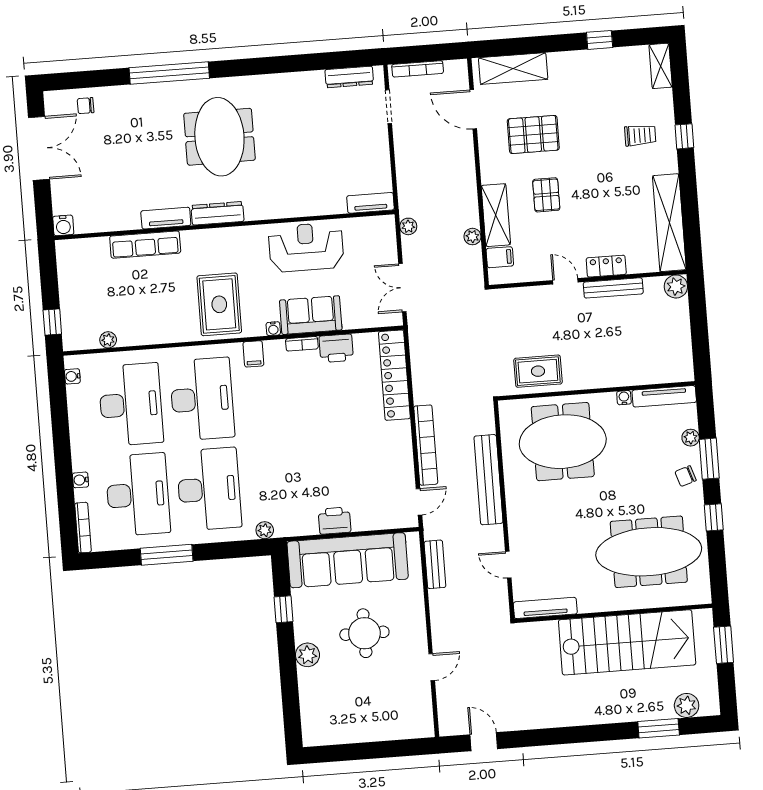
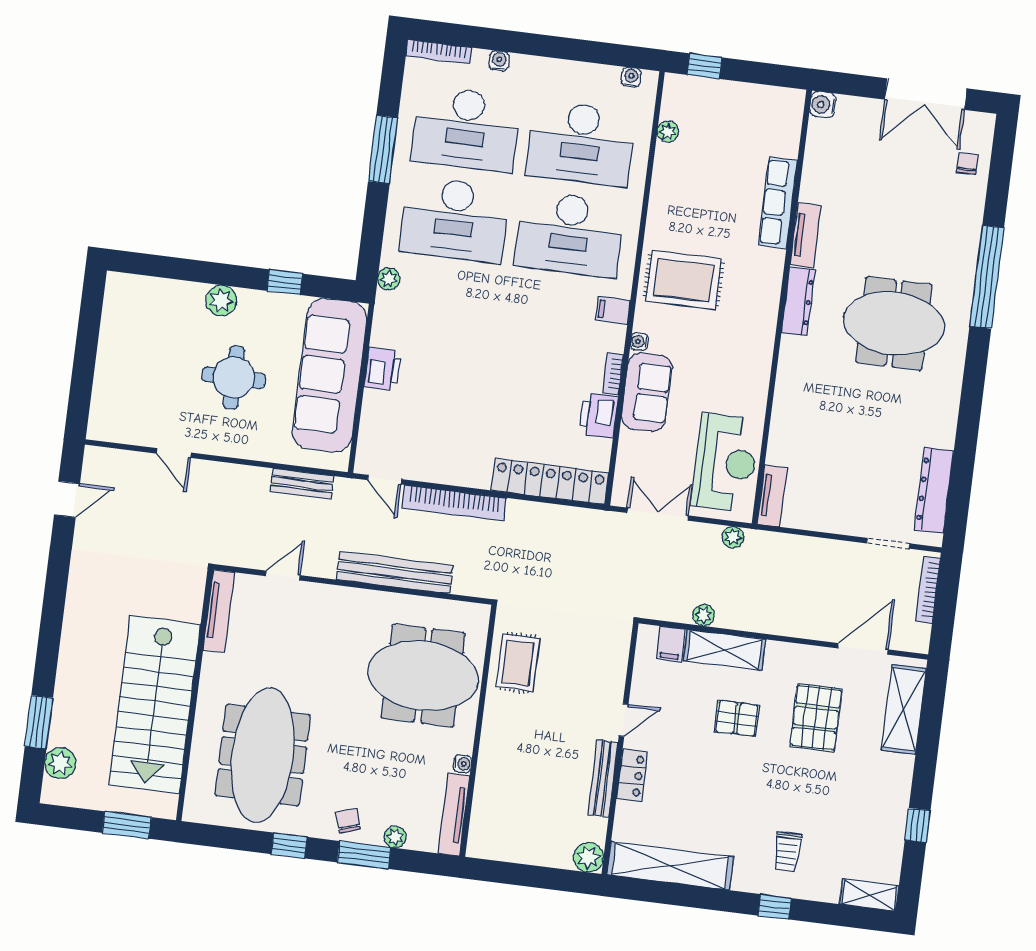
dresser: (349, 77) -> (934, 490), width x1.37, depth x1.24
reception desk: (306, 247) -> (725, 463), moved
meeting table: (563, 442) -> (423, 676), turned 90

